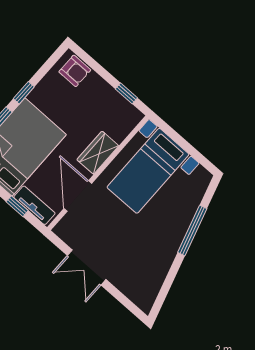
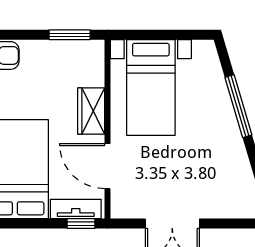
window: (126, 93) -> (70, 35), width x1.50
window: (17, 206) -> (81, 224), moved

